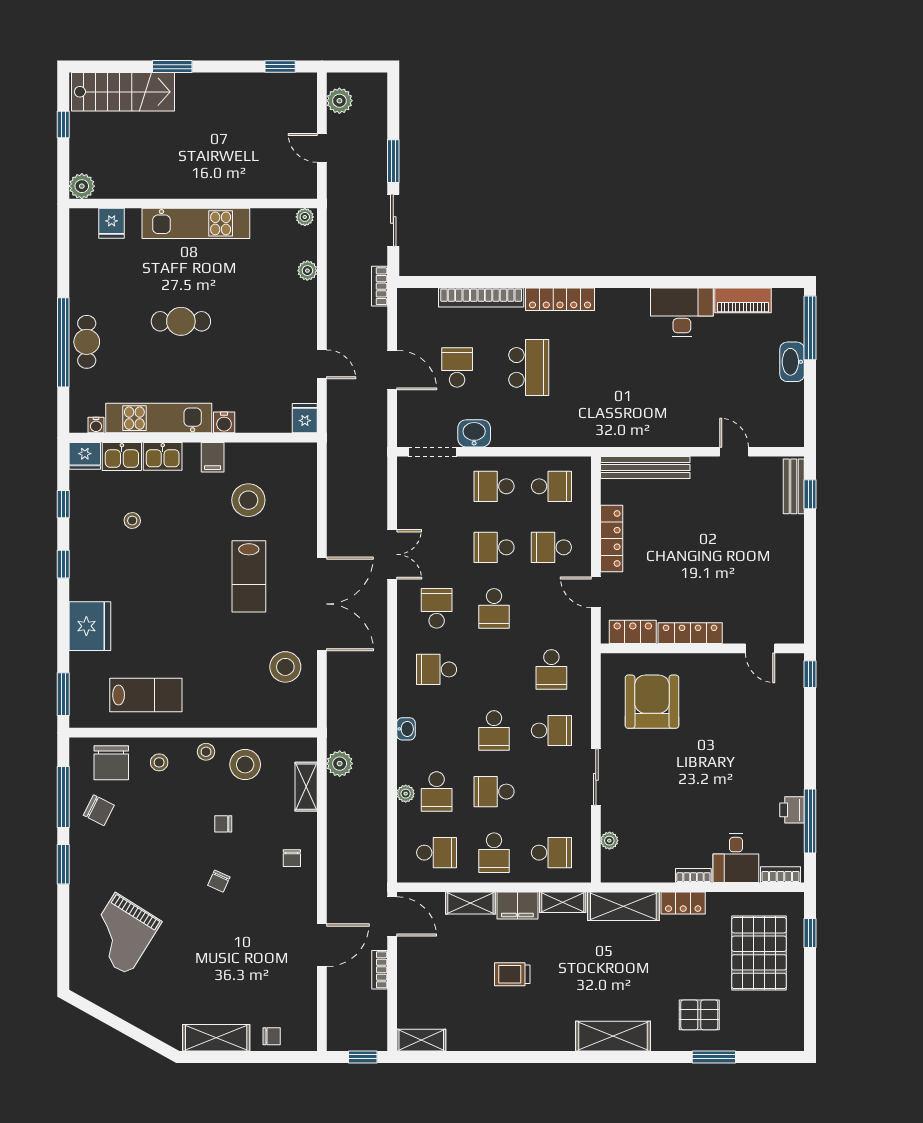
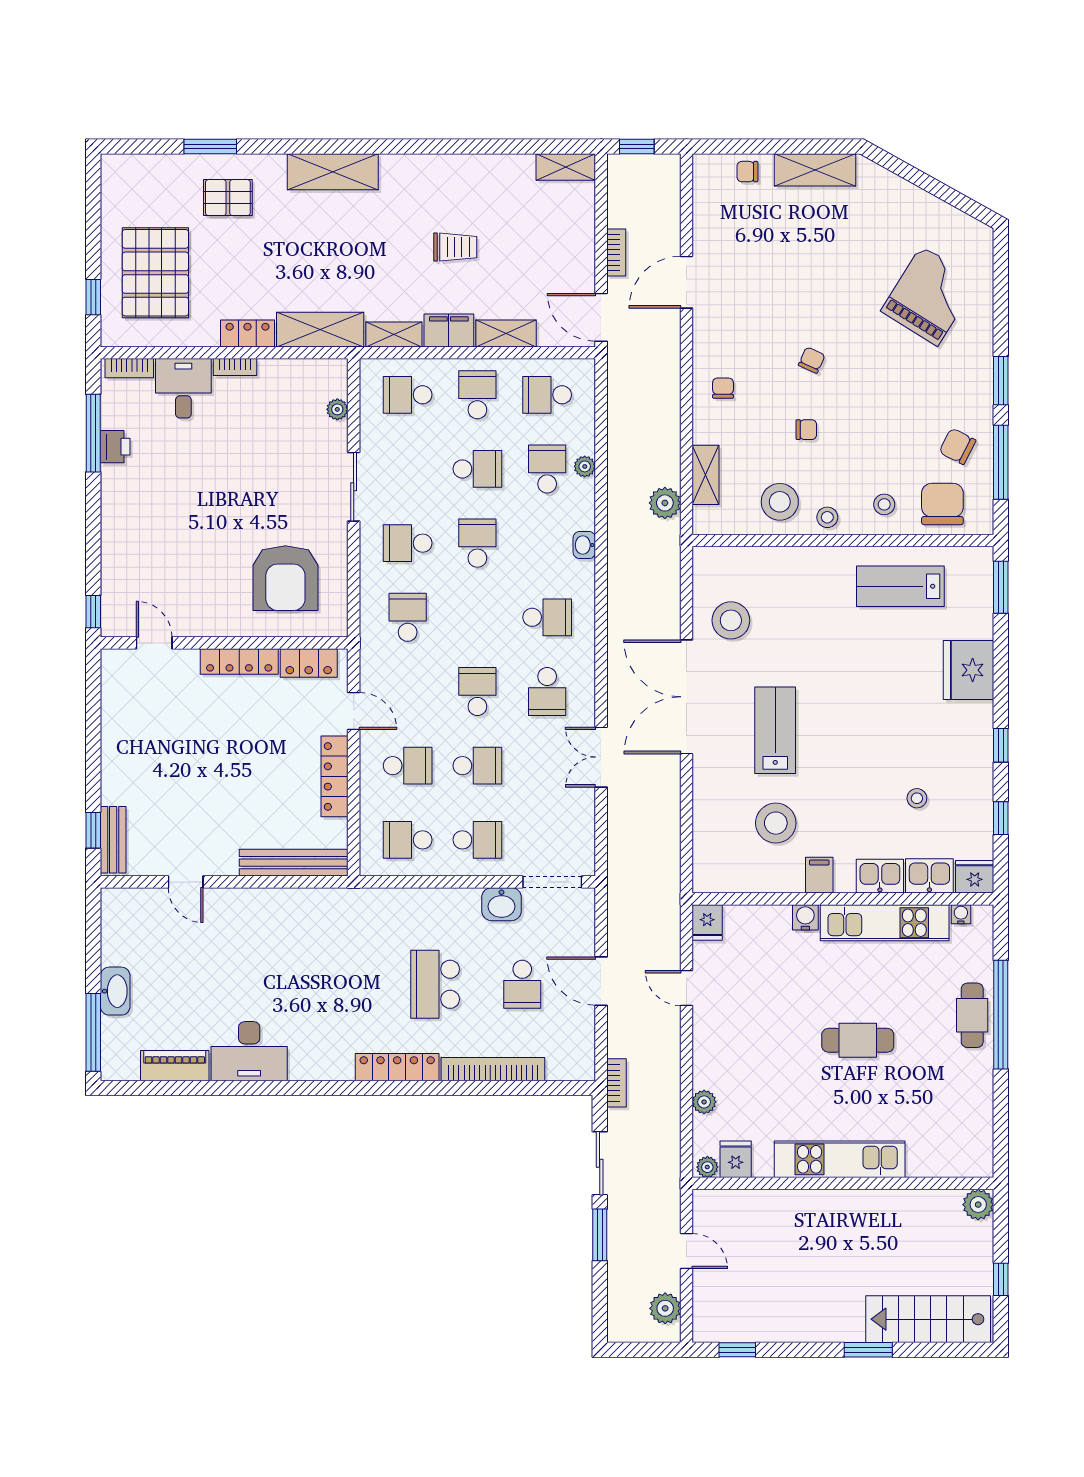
fridge: (112, 223) -> (736, 1159), moved

